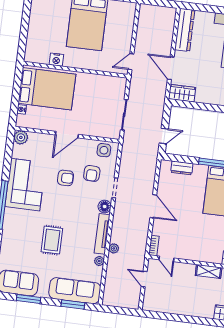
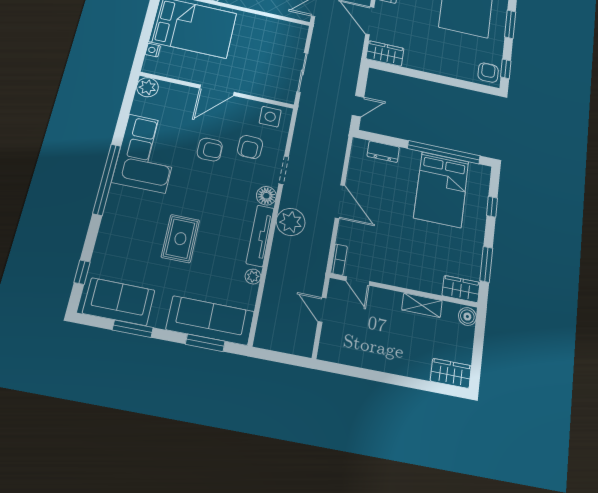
plant: (114, 248) -> (291, 222), moved, width x1.88, depth x1.88

